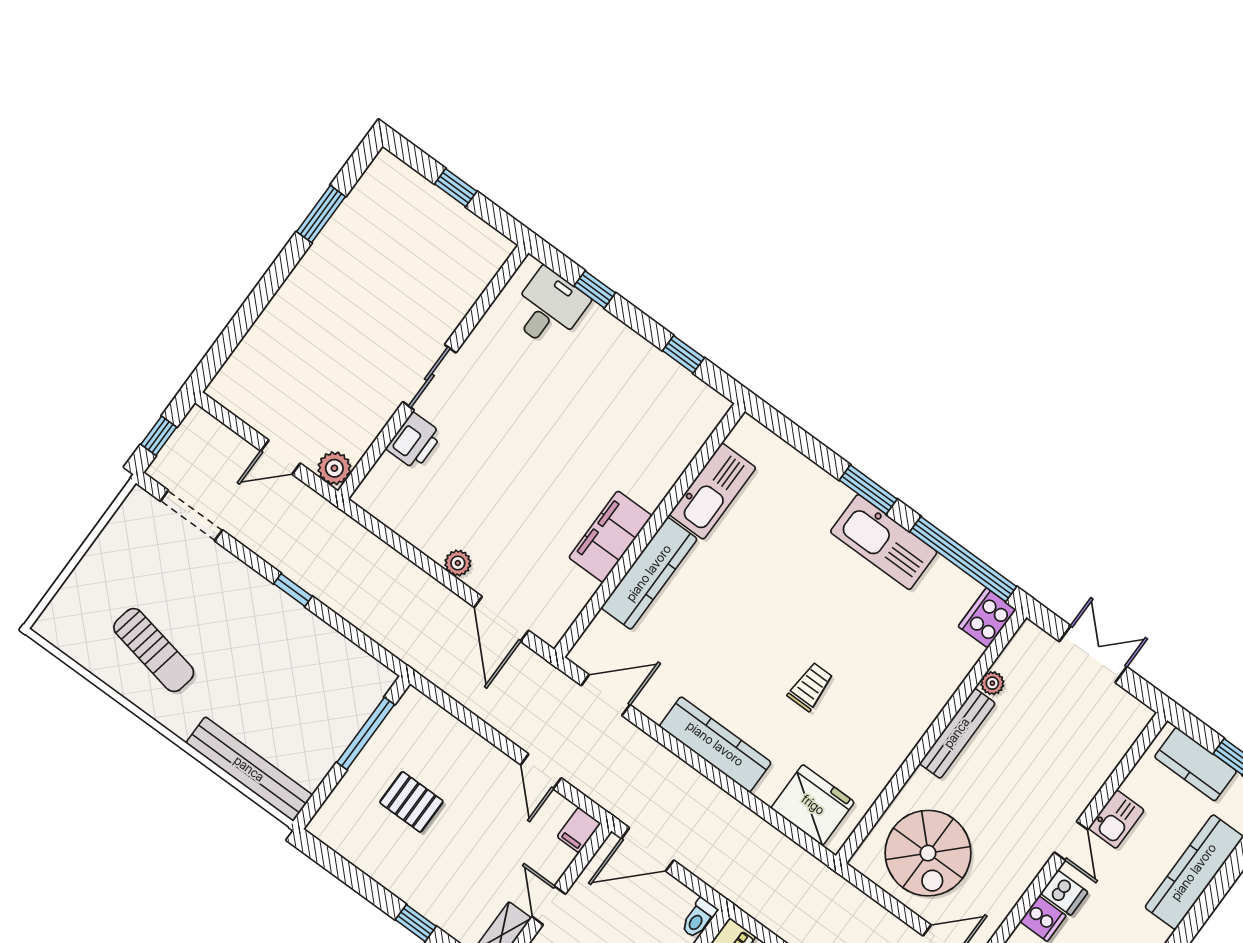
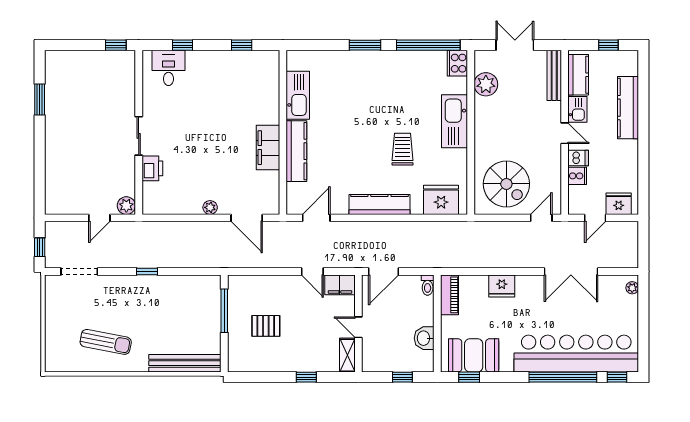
window: (456, 188) -> (116, 45), moved
kitchen sink: (884, 542) -> (455, 121), moved, turned 90
plant: (992, 683) -> (486, 84), width x1.88, depth x1.88
trolley: (810, 687) -> (403, 149), width x1.36, depth x1.39
bench: (957, 733) -> (554, 75), moved
kitchen counter: (1196, 764) -> (578, 75), moved, turned -90
filing cabinet: (579, 830) -> (340, 285), width x2.00

